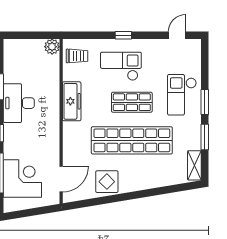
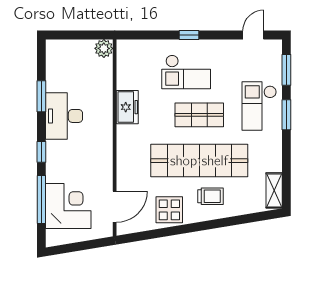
trolley: (77, 56) -> (210, 196), moved
checkout: (121, 66) -> (186, 72), turned 180
freezer: (72, 101) -> (127, 107), width x0.71
window: (205, 137) -> (286, 70), moved

